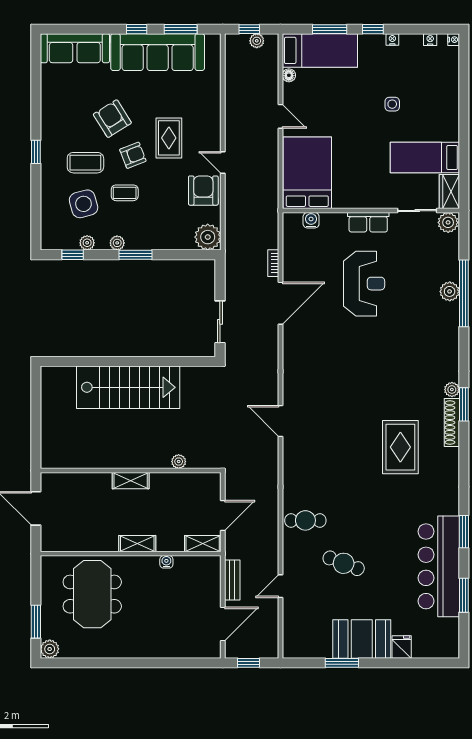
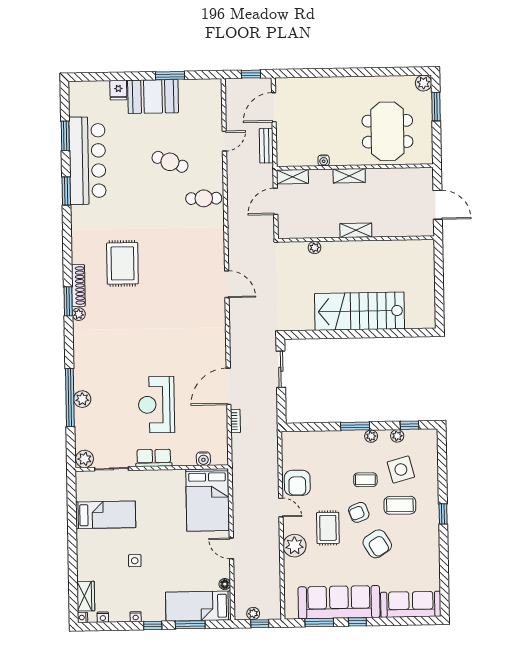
wardrobe: (449, 192) -> (86, 596), moved
plant: (208, 237) -> (295, 546), moved

